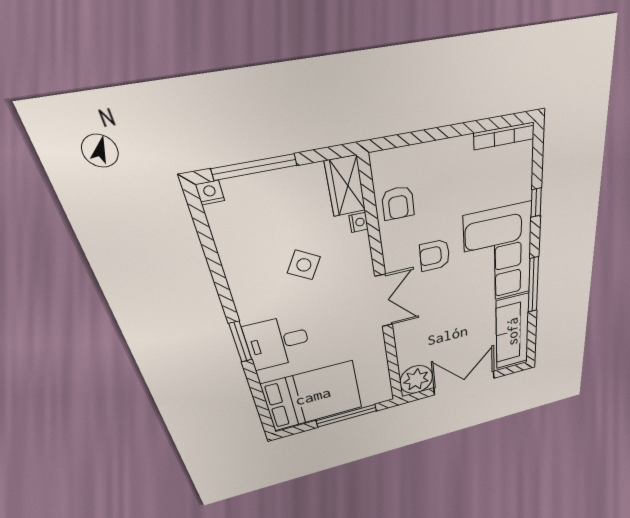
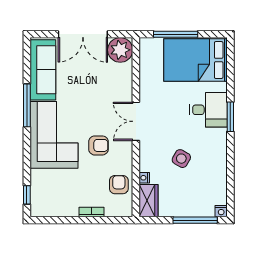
bookcase: (504, 136) -> (91, 212), moved, width x0.64
window: (536, 203) -> (27, 195), moved

